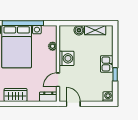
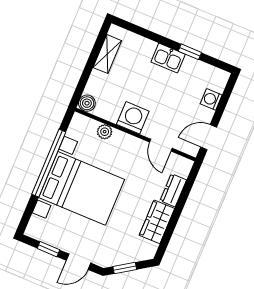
boiler: (79, 30) -> (87, 103), moved
dresser: (48, 97) -> (173, 190), moved
washing machine: (108, 97) -> (211, 99), moved

